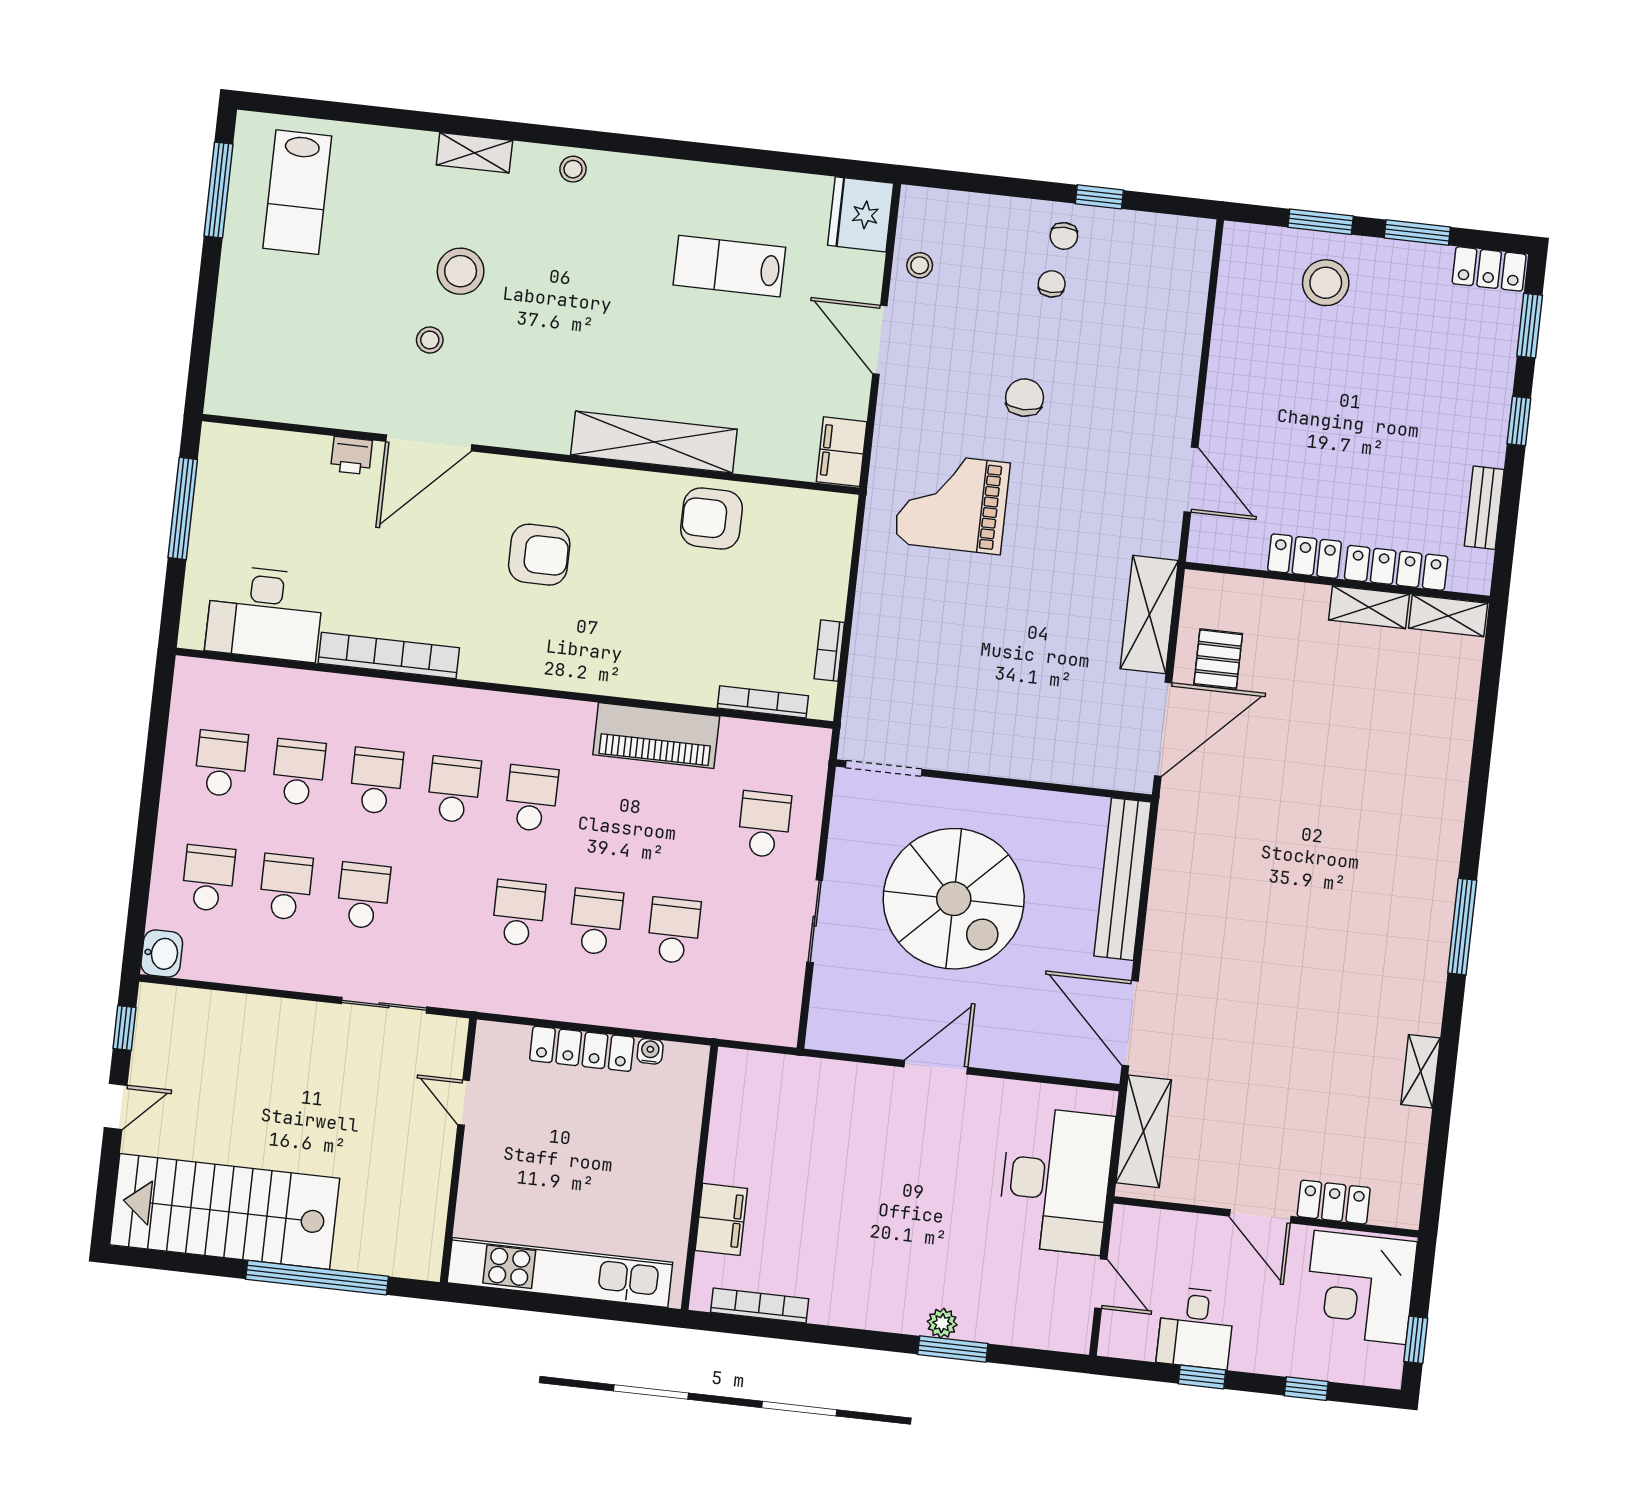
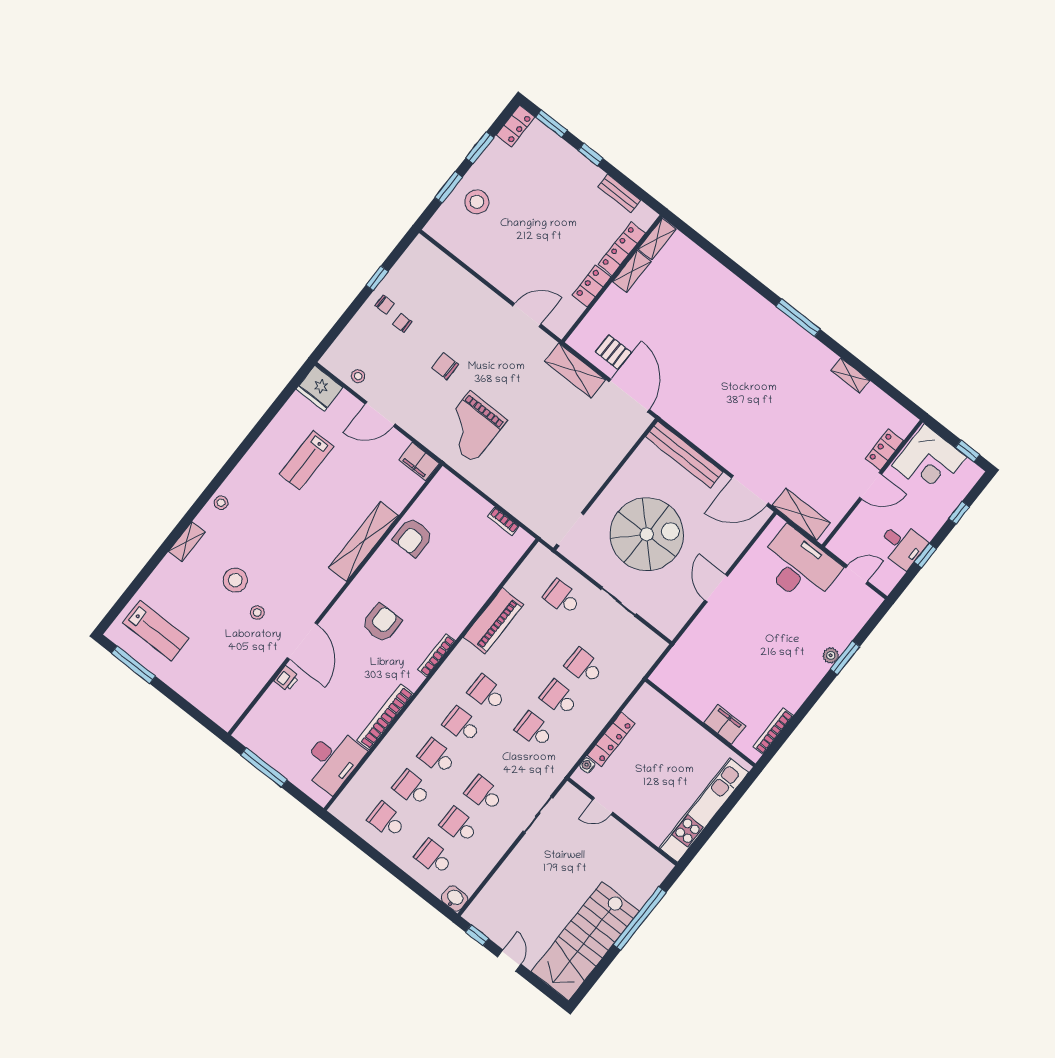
bookcase: (763, 702) -> (437, 655), moved
water cooler: (650, 1051) -> (587, 765), moved

